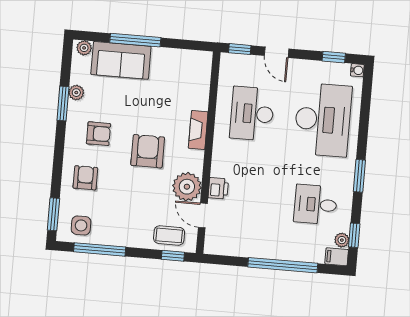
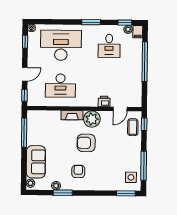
window: (135, 40) -> (24, 133), moved
armchair: (85, 178) -> (104, 177), removed
plant: (187, 187) -> (92, 119), moved

